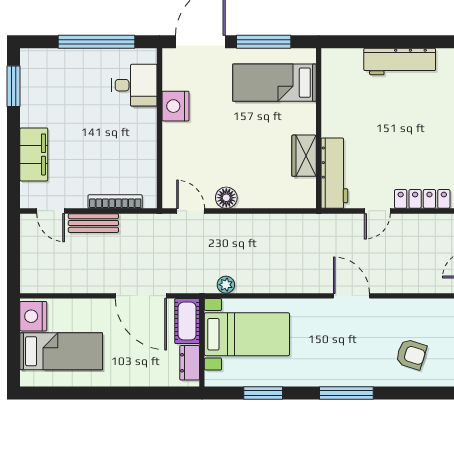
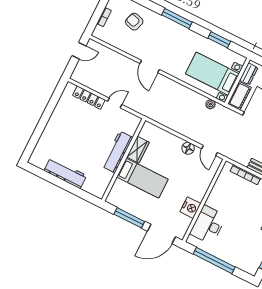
bed: (274, 83) -> (142, 178), moved
desk: (134, 85) -> (208, 225), width x1.37
workbench: (334, 173) -> (117, 152), moved

